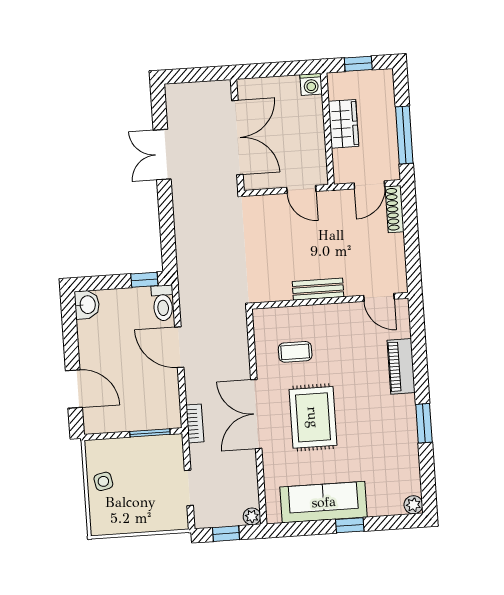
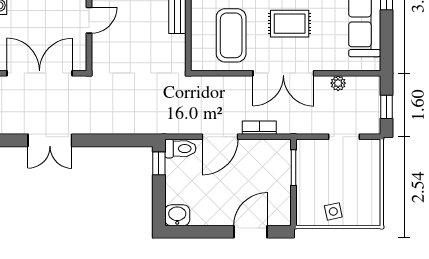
coffee table: (295, 352) -> (231, 35), width x1.86, depth x1.72
rug: (313, 417) -> (290, 24), width x0.73, depth x0.70
bookcase: (195, 423) -> (259, 128), moved
plant: (252, 516) -> (338, 83), moved

